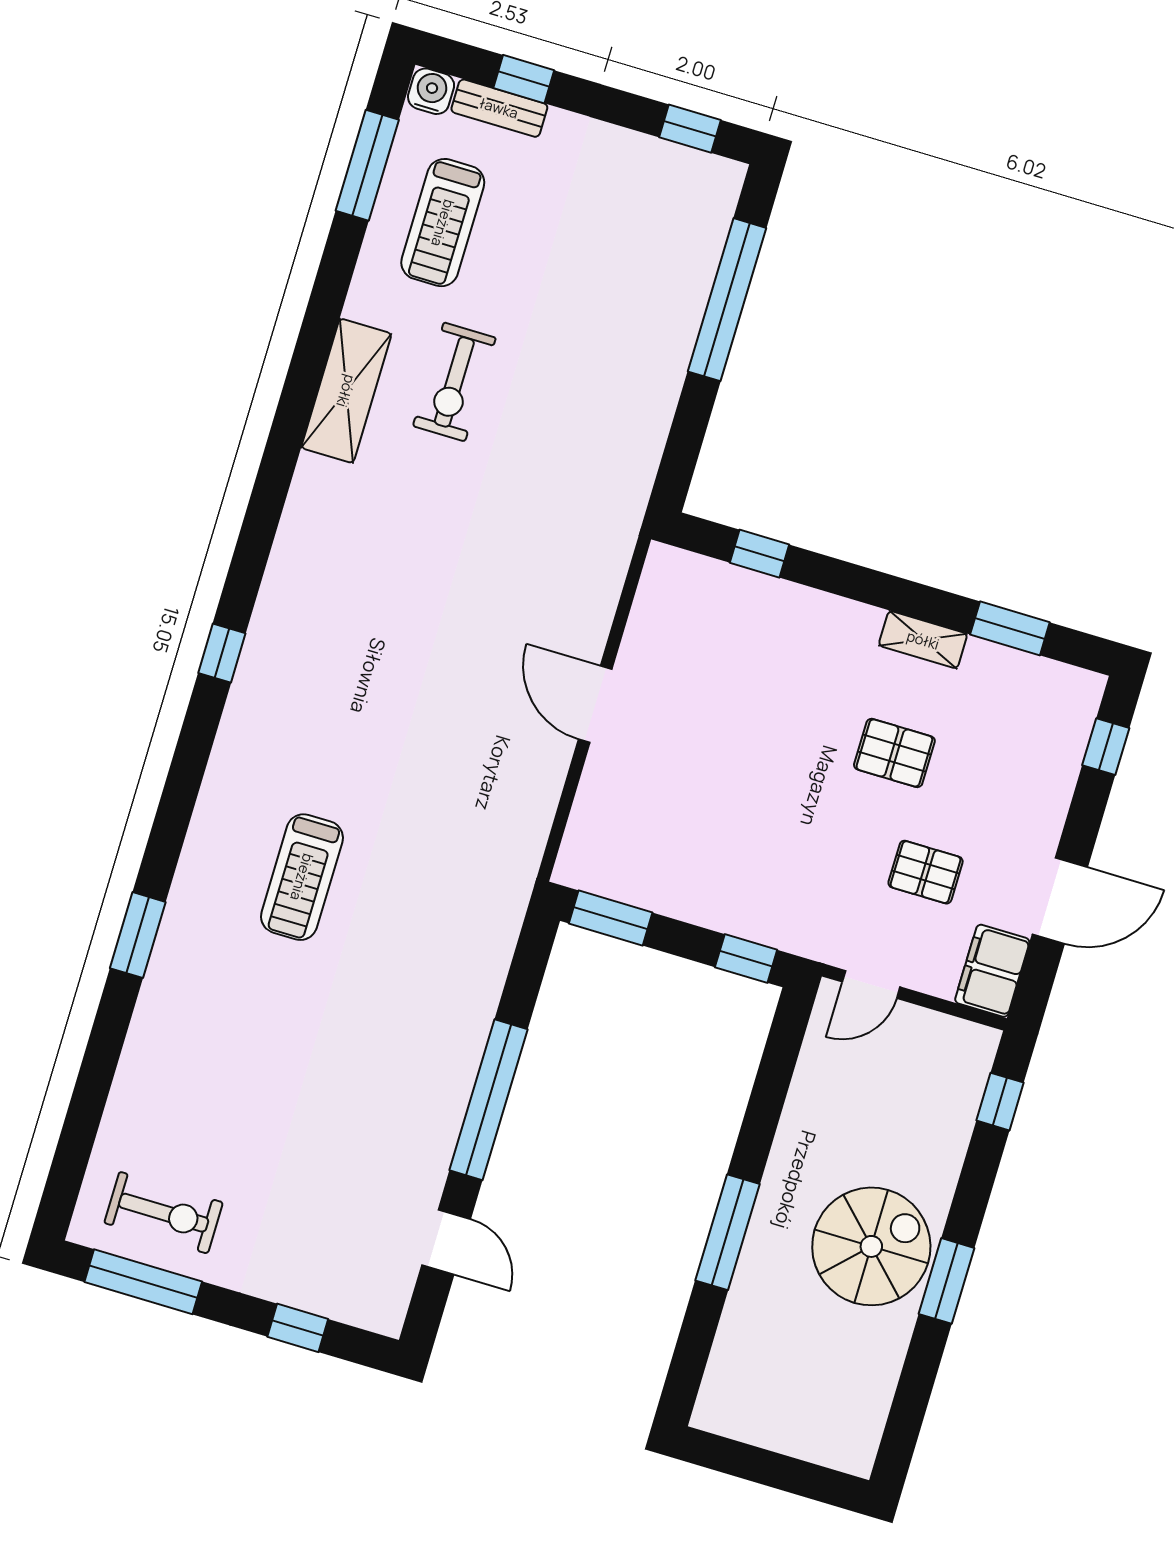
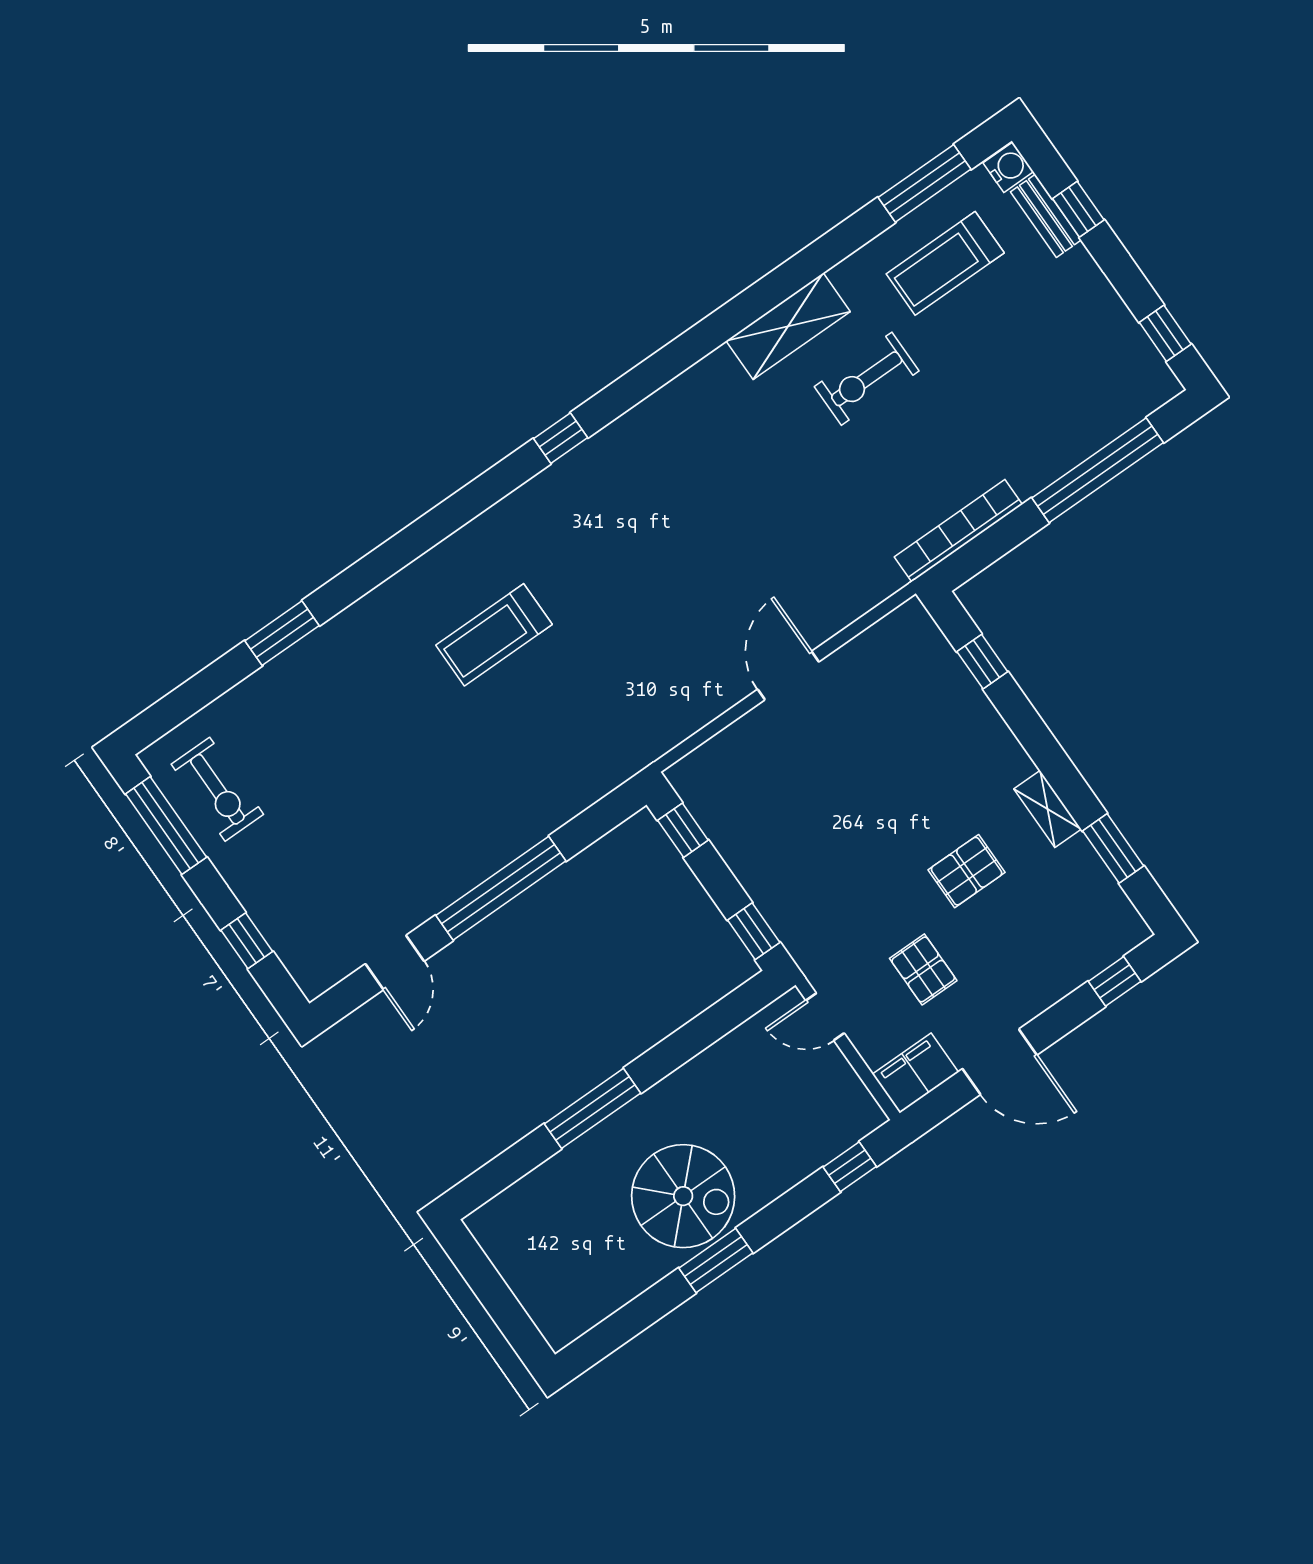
bookcase: (645, 453) -> (958, 531), added
pallet: (894, 753) -> (967, 871), turned 90
window: (611, 918) -> (683, 830), width x0.67
window: (138, 935) -> (282, 633), moved

